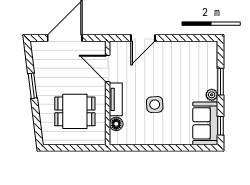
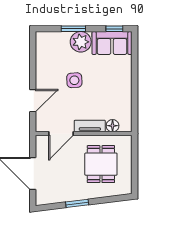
door: (143, 38) -> (33, 101), hinge flipped
plant: (212, 95) -> (81, 42), width x1.88, depth x1.88
side table: (155, 105) -> (74, 80), moved

